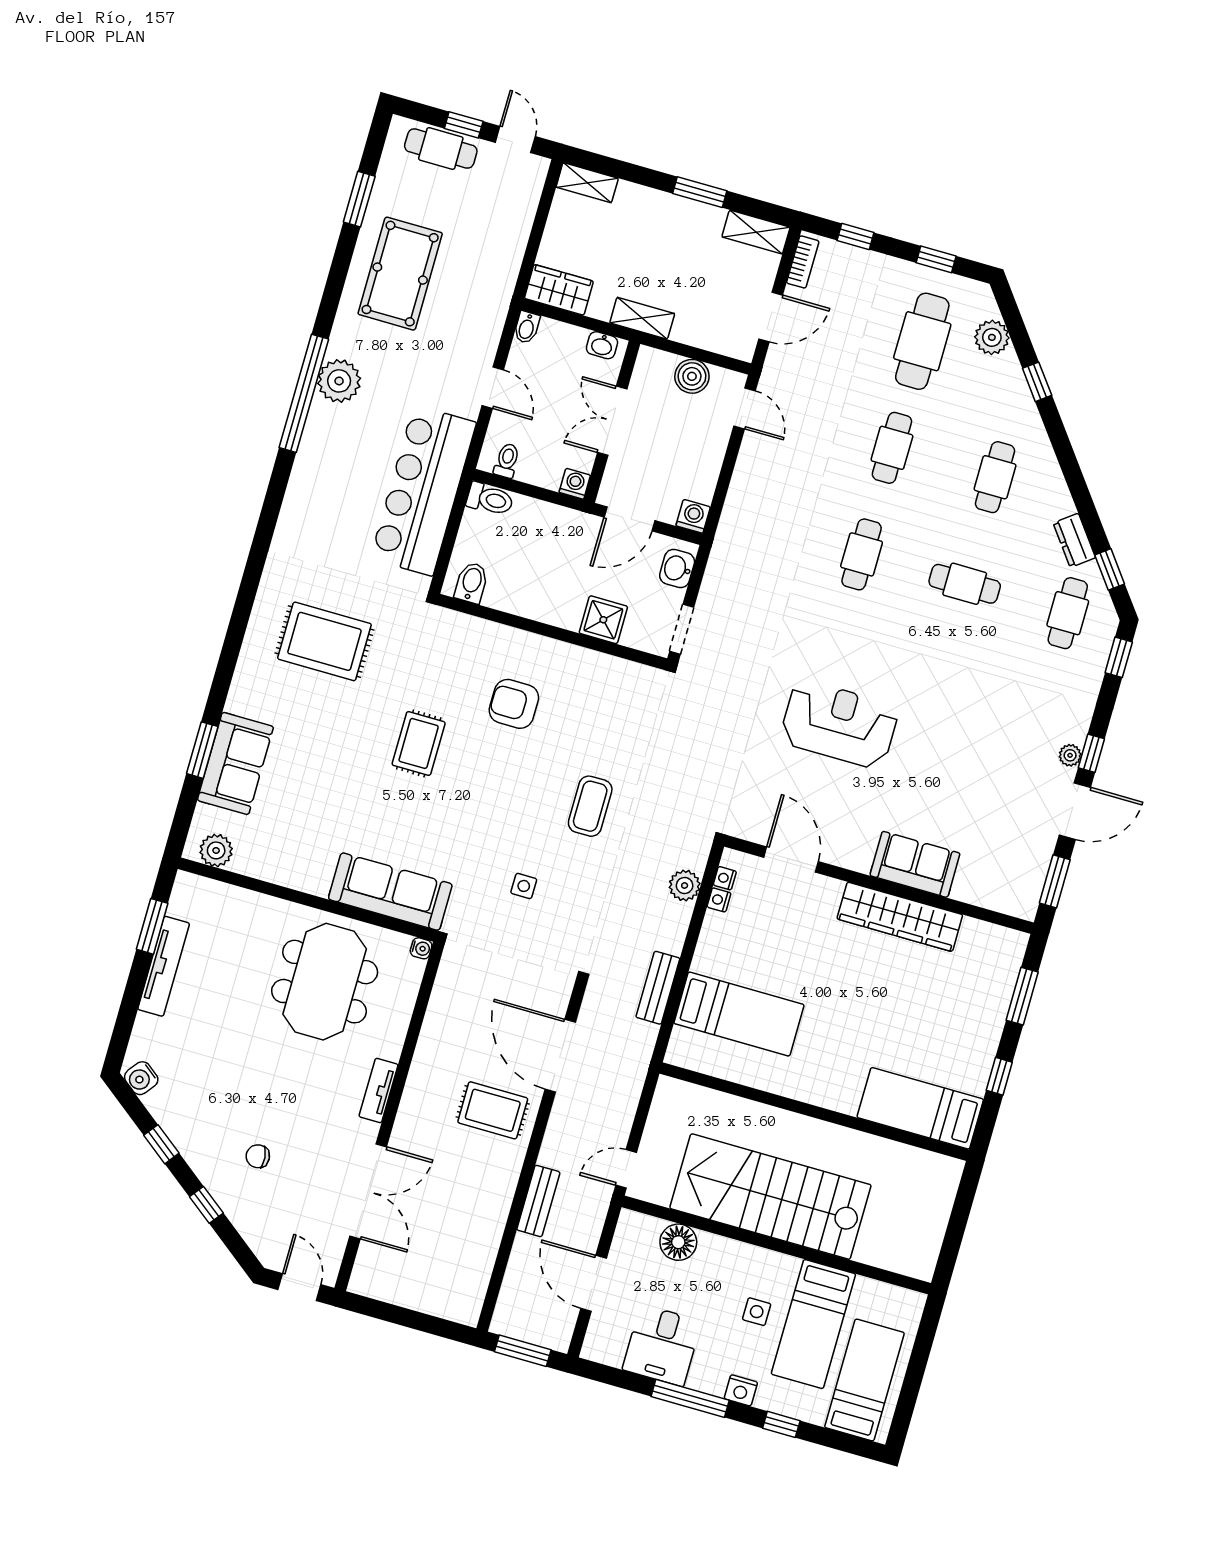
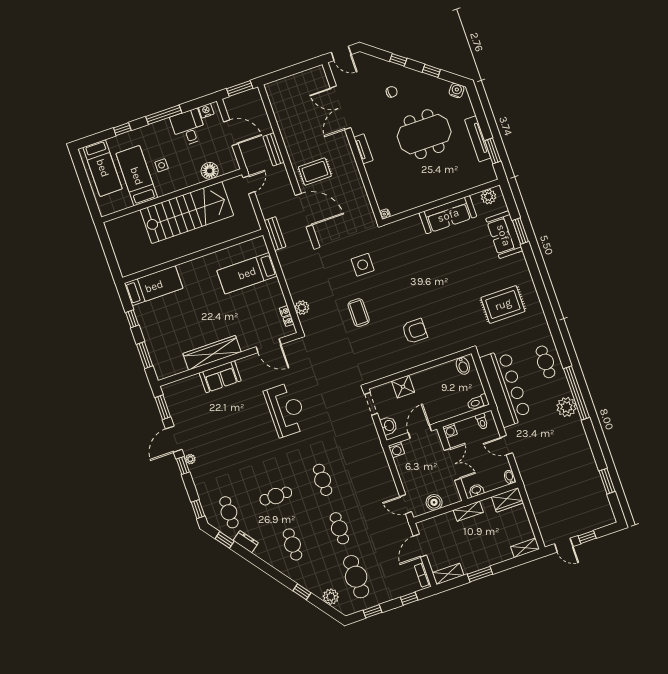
cafe table: (441, 148) -> (545, 362), moved, turned 90
pool table: (400, 274) -> (572, 464), removed
reception desk: (839, 724) -> (286, 410), turned -90
rug: (419, 743) -> (440, 291), removed
side table: (524, 886) -> (363, 265), width x1.87, depth x1.87
sofa: (390, 892) -> (448, 215), moved
meeting table: (325, 982) -> (424, 134), moved, turned 90
bench: (658, 988) -> (275, 234), moved
nightstand: (741, 1390) -> (206, 111), moved

